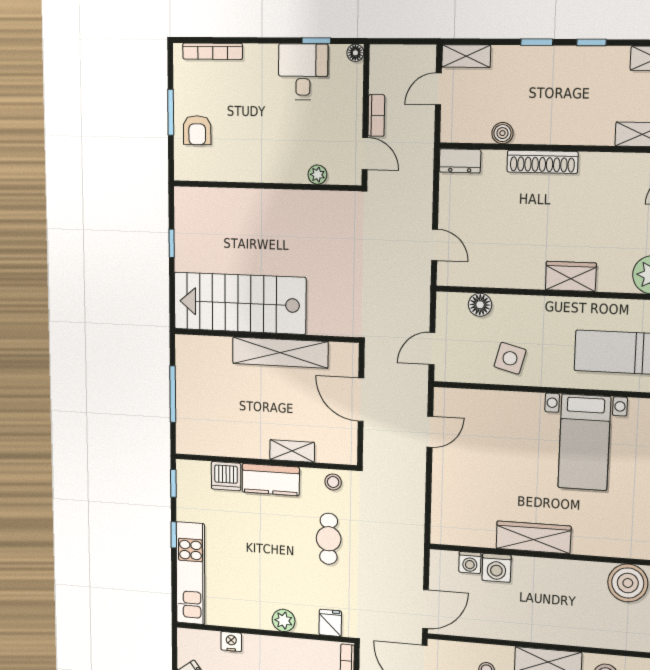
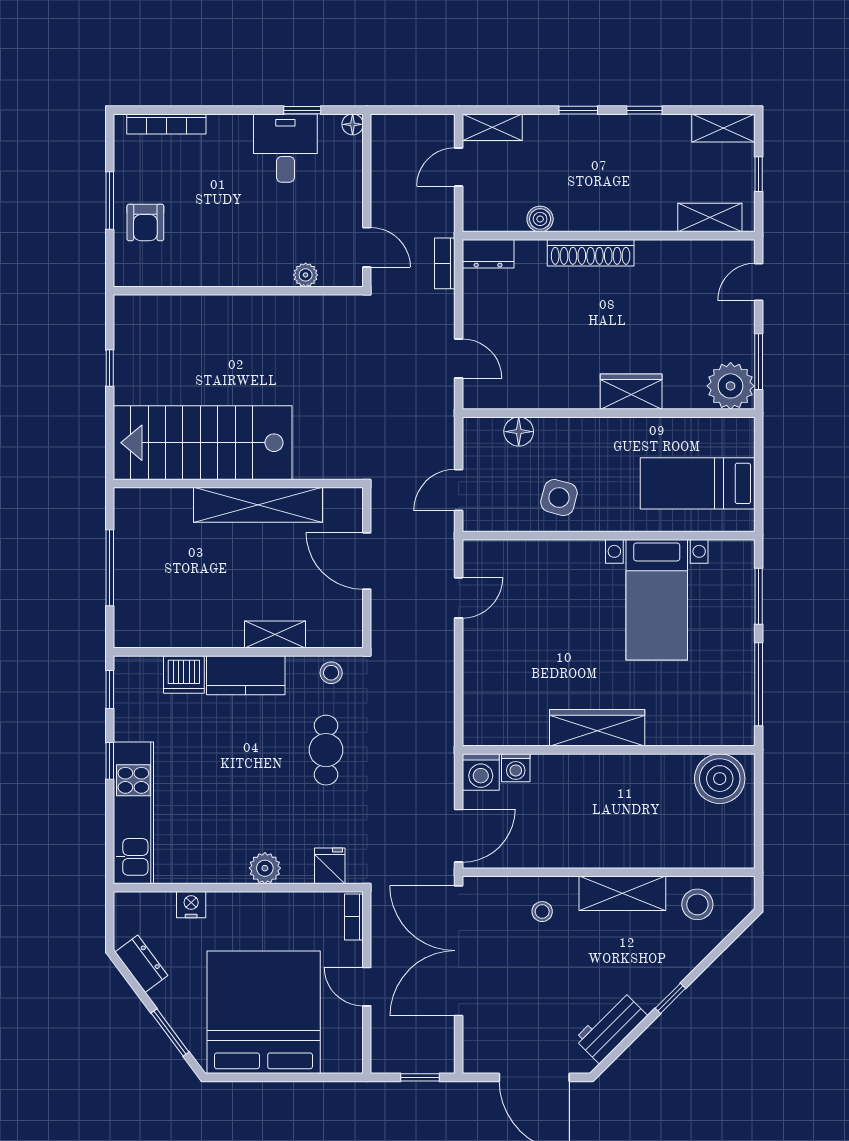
bookcase: (376, 116) -> (445, 263), moved, turned 180
washing machine: (496, 568) -> (481, 772), moved

